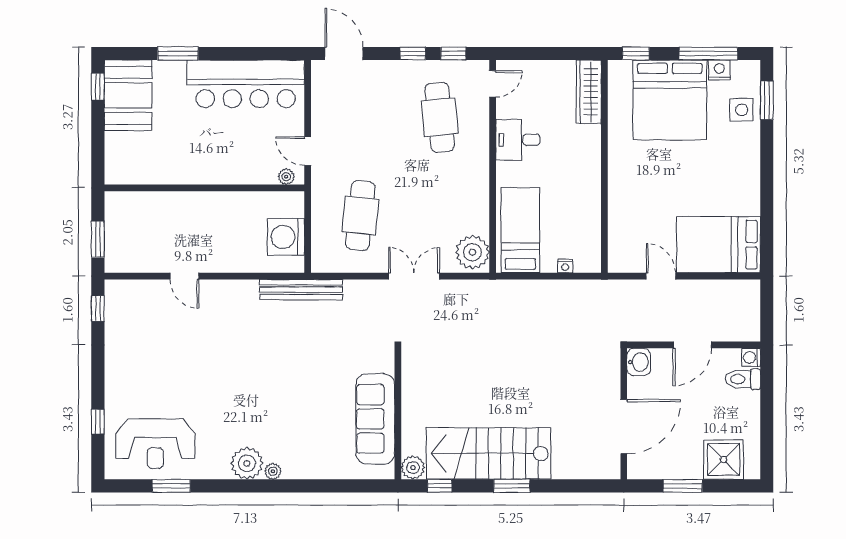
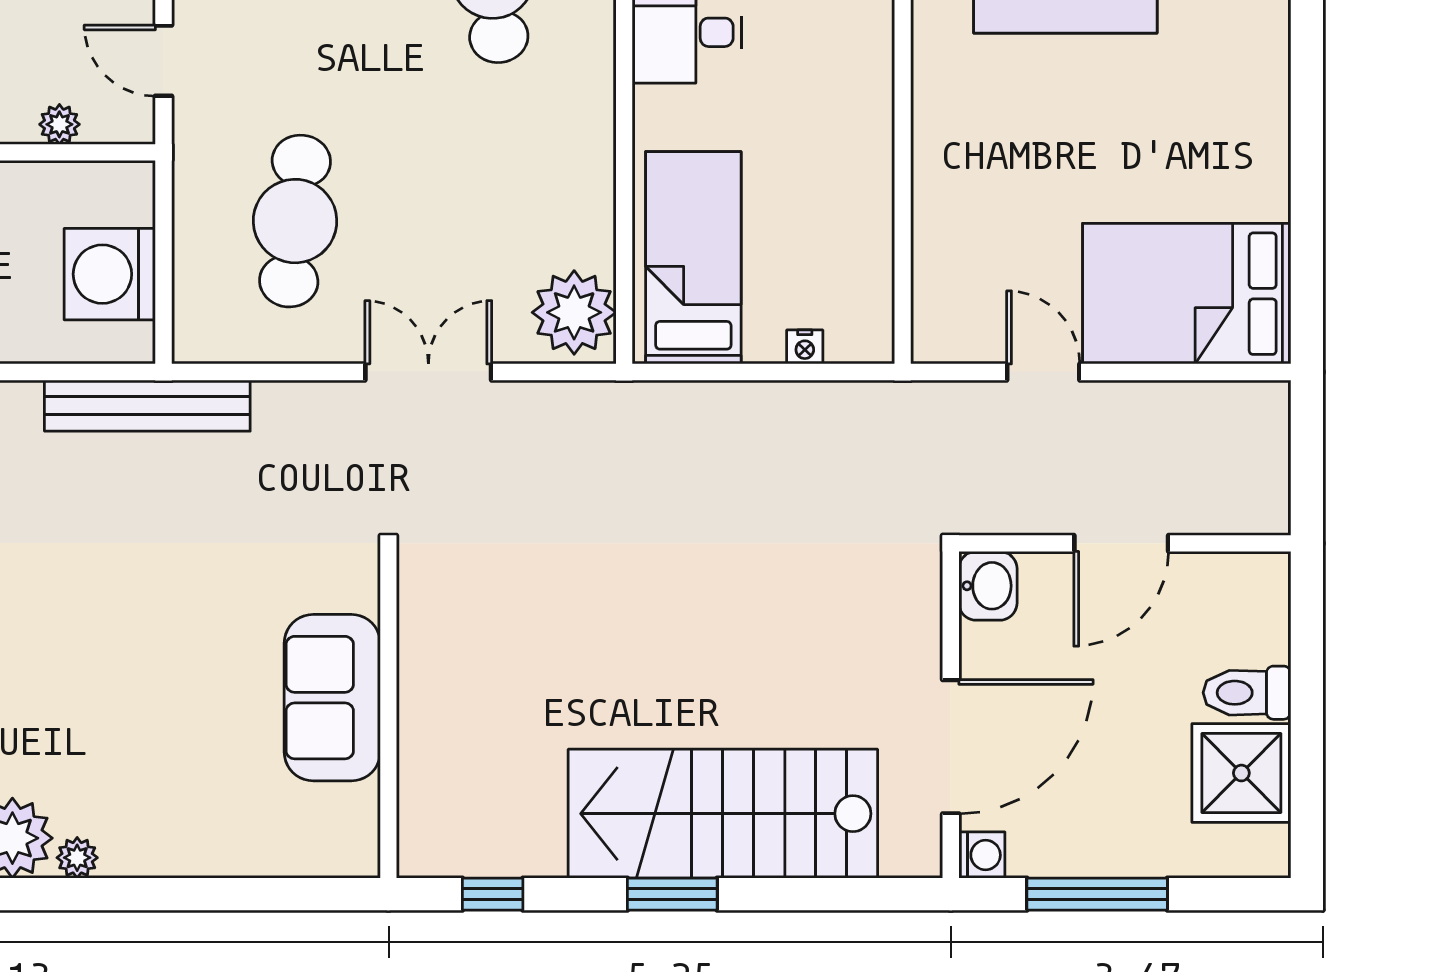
plant: (286, 177) -> (59, 124), moved
washing machine: (751, 357) -> (982, 855), moved, turned 180
toilet: (743, 379) -> (1247, 693), moved
sofa: (375, 419) -> (332, 698), width x0.73
stairs: (489, 454) -> (723, 814), moved
shower: (724, 460) -> (1241, 773), moved
plant: (413, 468) -> (426, 849), removed
window: (683, 486) -> (1097, 894), width x1.44

